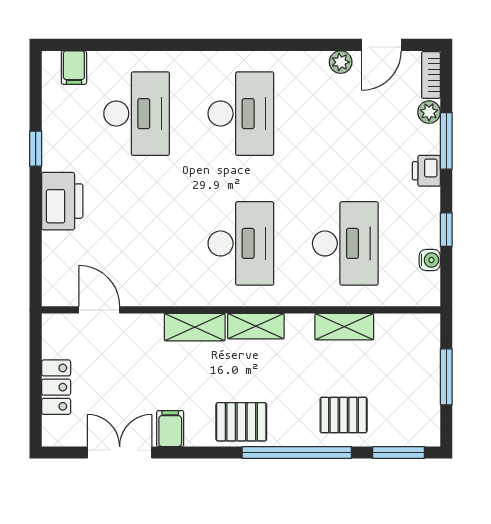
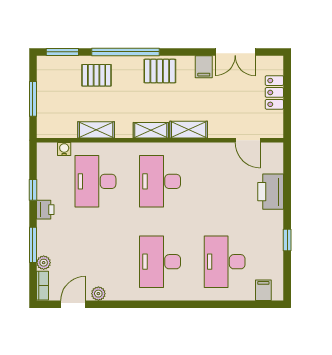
printer: (426, 171) -> (45, 210), moved
printer: (62, 201) -> (271, 192), moved
water cooler: (430, 260) -> (64, 149), moved, turned 90

